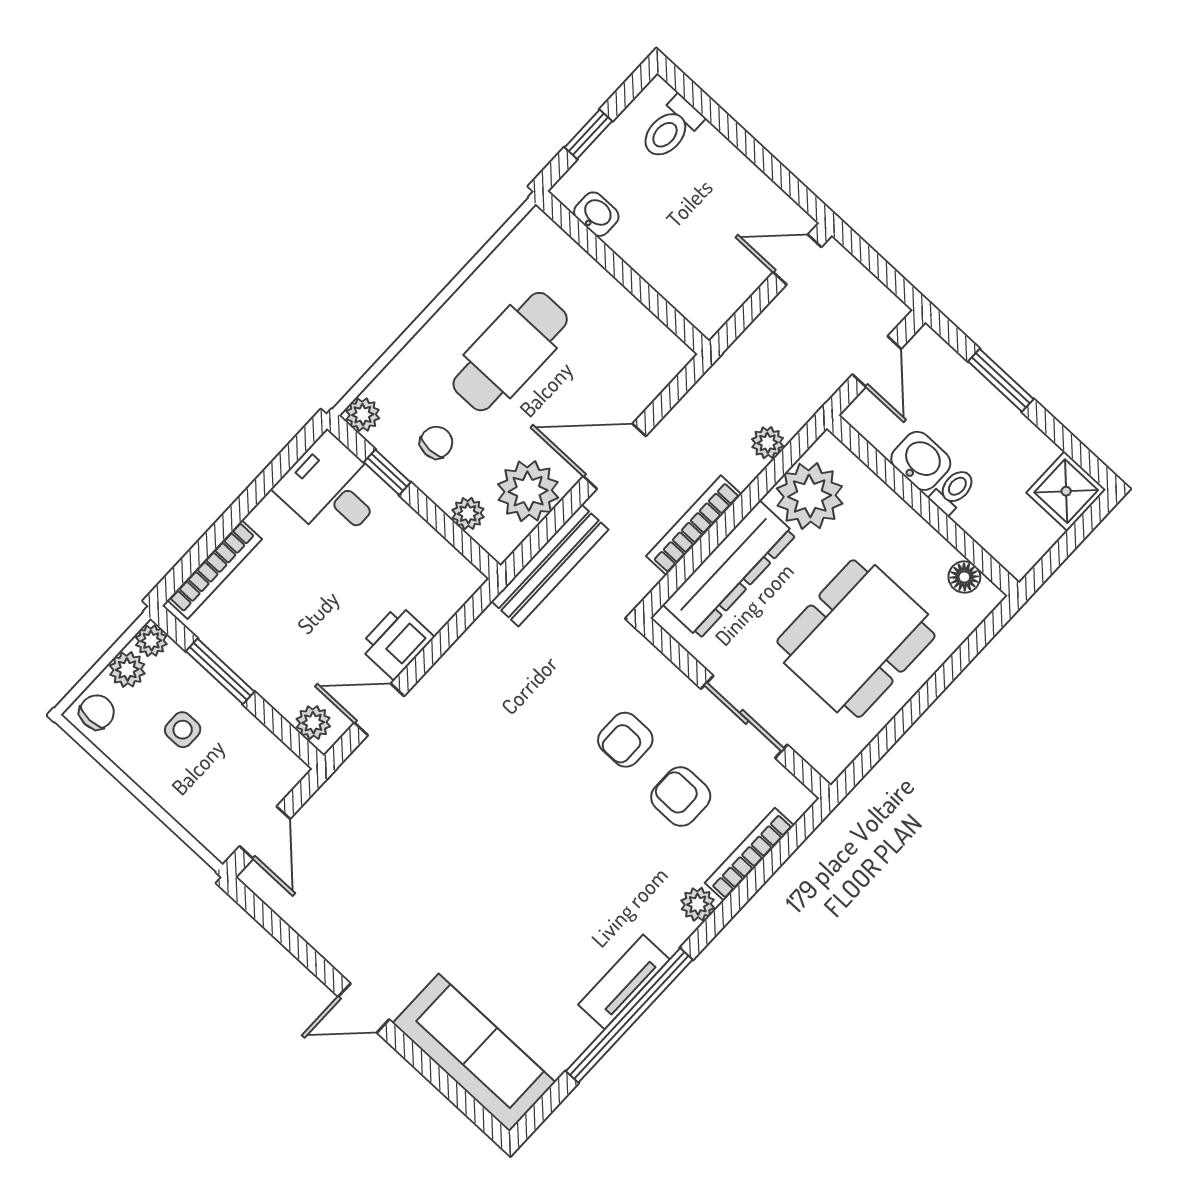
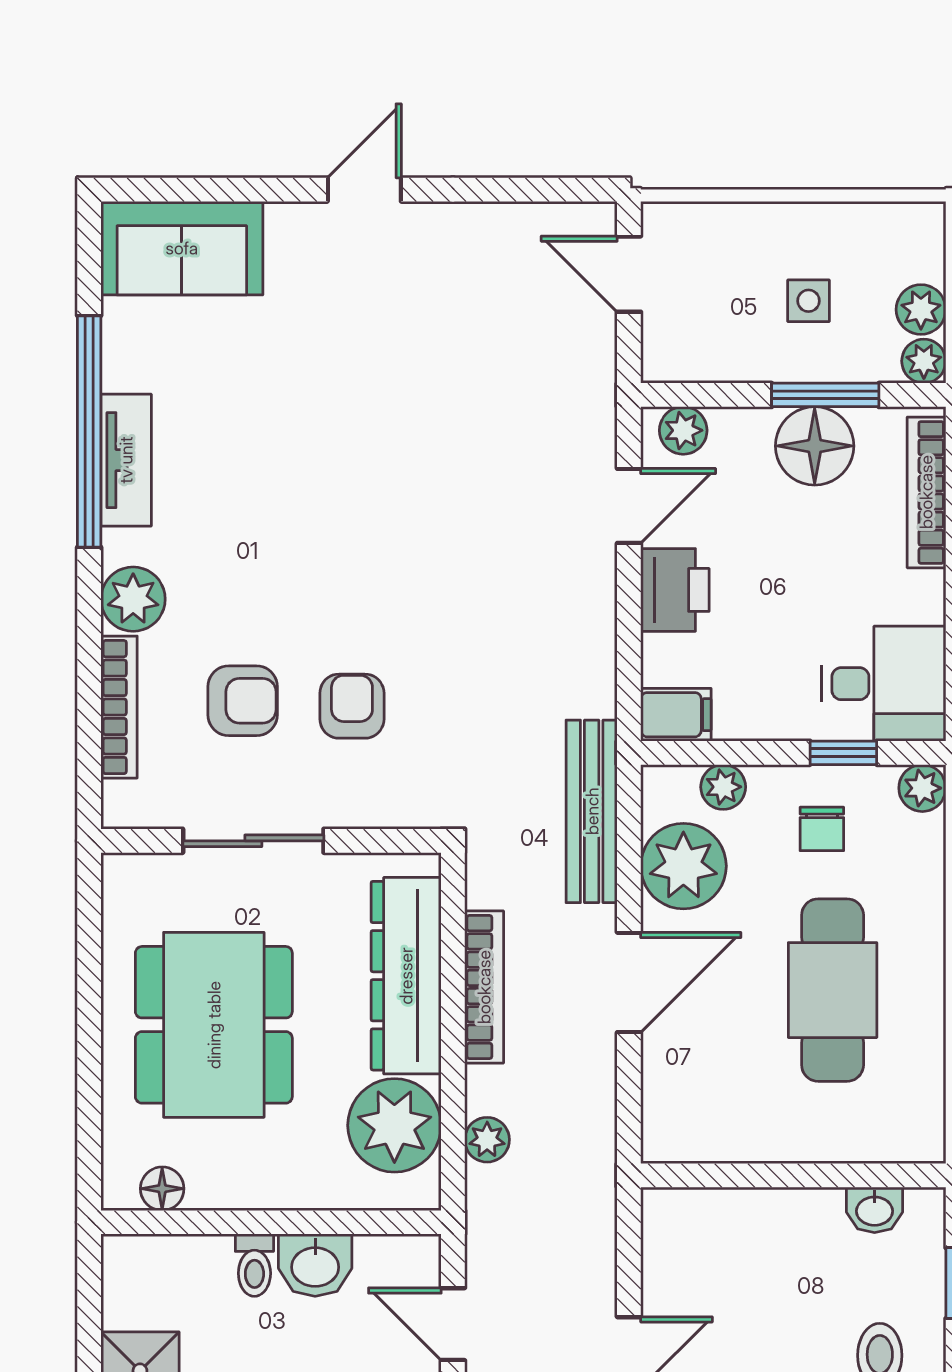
filing cabinet: (457, 575) -> (676, 715), added
floor lamp: (251, 650) -> (815, 446), added
chair: (97, 712) -> (912, 238), removed
plant: (698, 904) -> (133, 599), width x1.38, depth x1.38
sofa: (474, 1053) -> (182, 248), width x0.73

